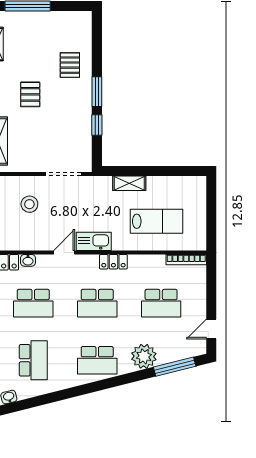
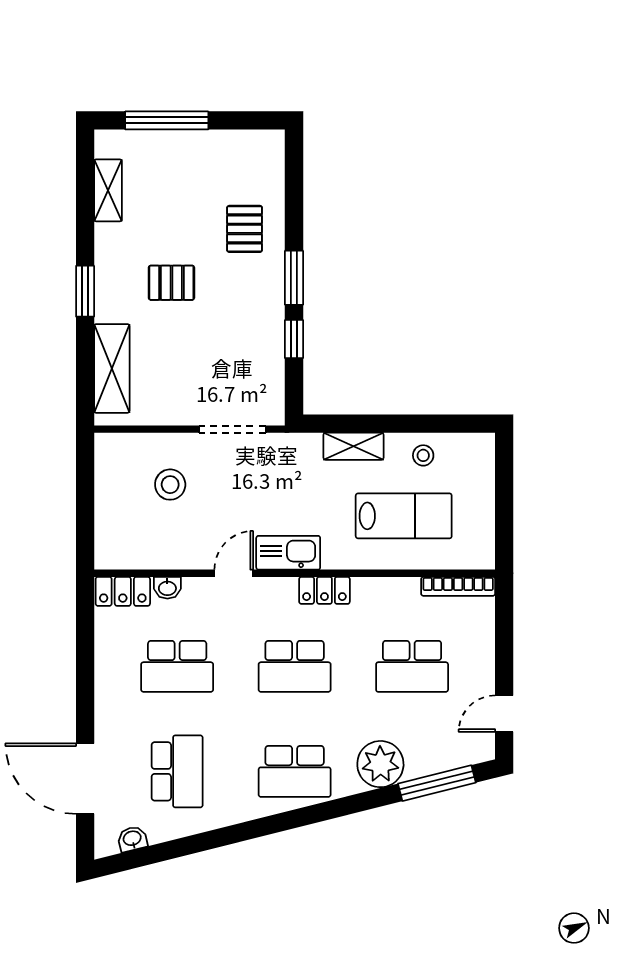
pallet: (30, 94) -> (171, 283), turned 90
stool: (167, 188) -> (423, 455), added

